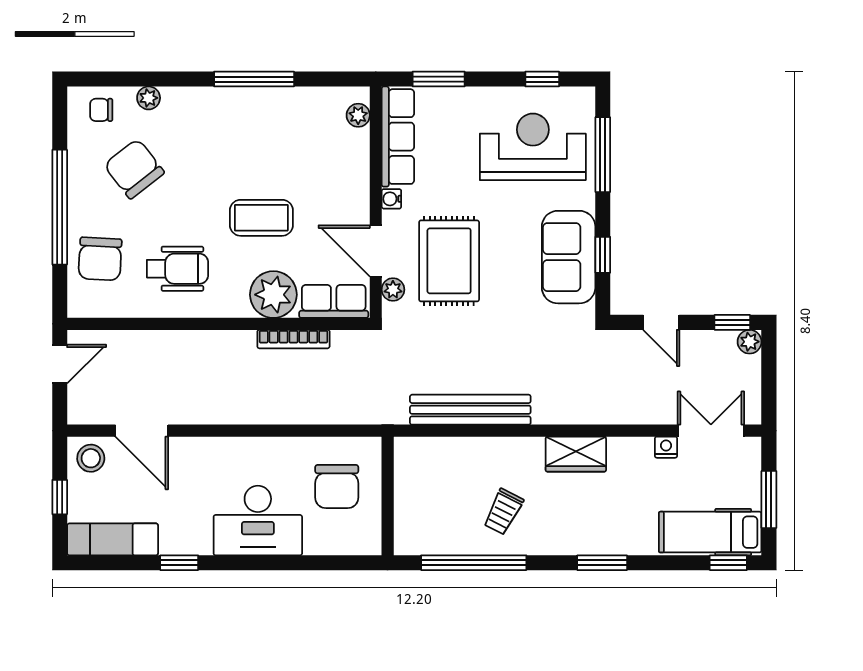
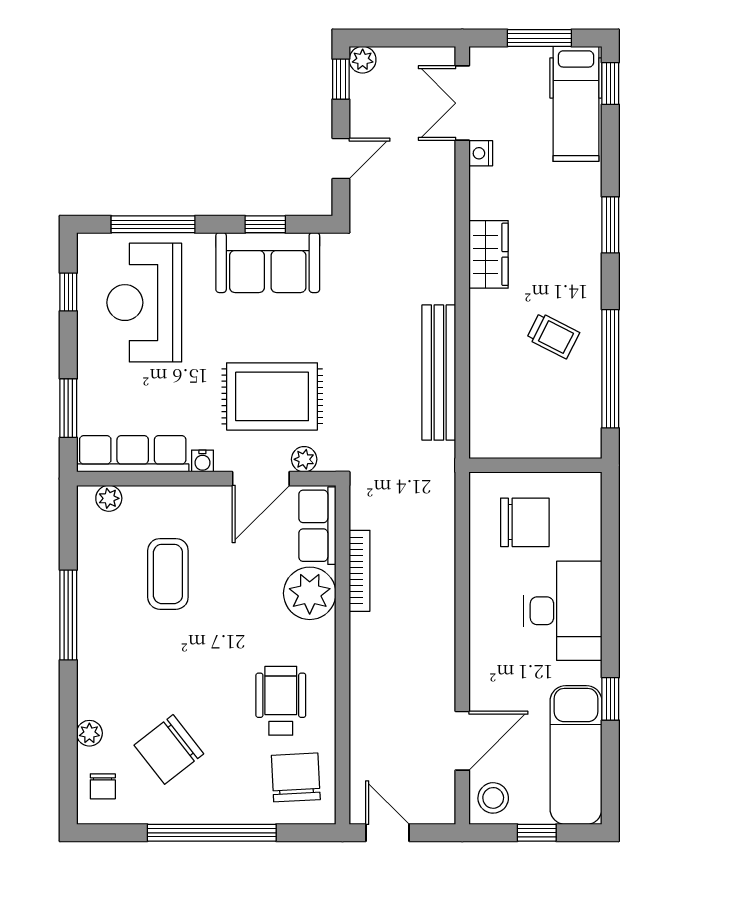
coffee table: (261, 218) -> (168, 574), moved
chair: (100, 259) -> (296, 777), moved, turned -96
exam couch: (113, 539) -> (576, 755), width x1.36, depth x1.45

